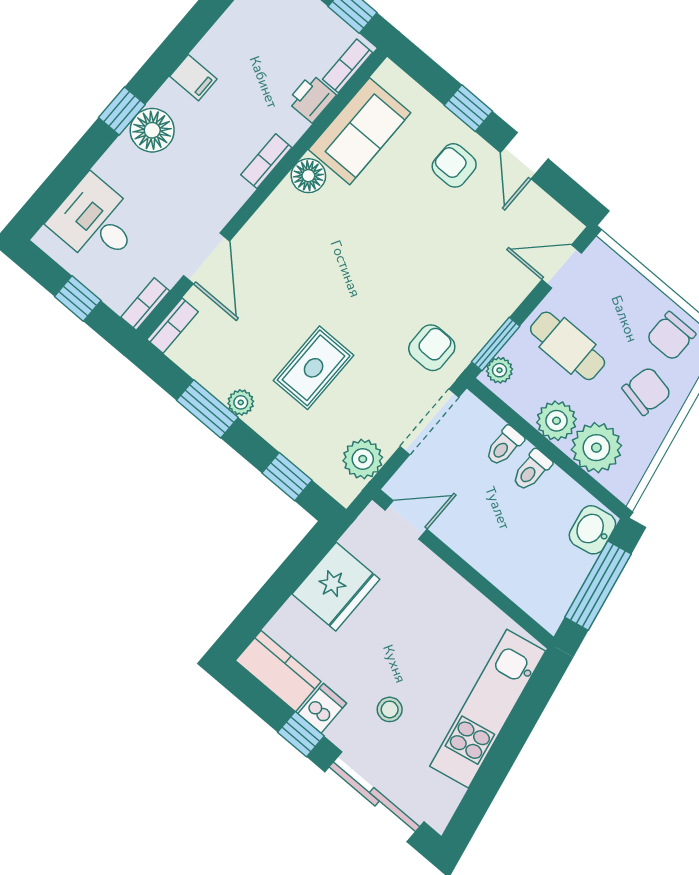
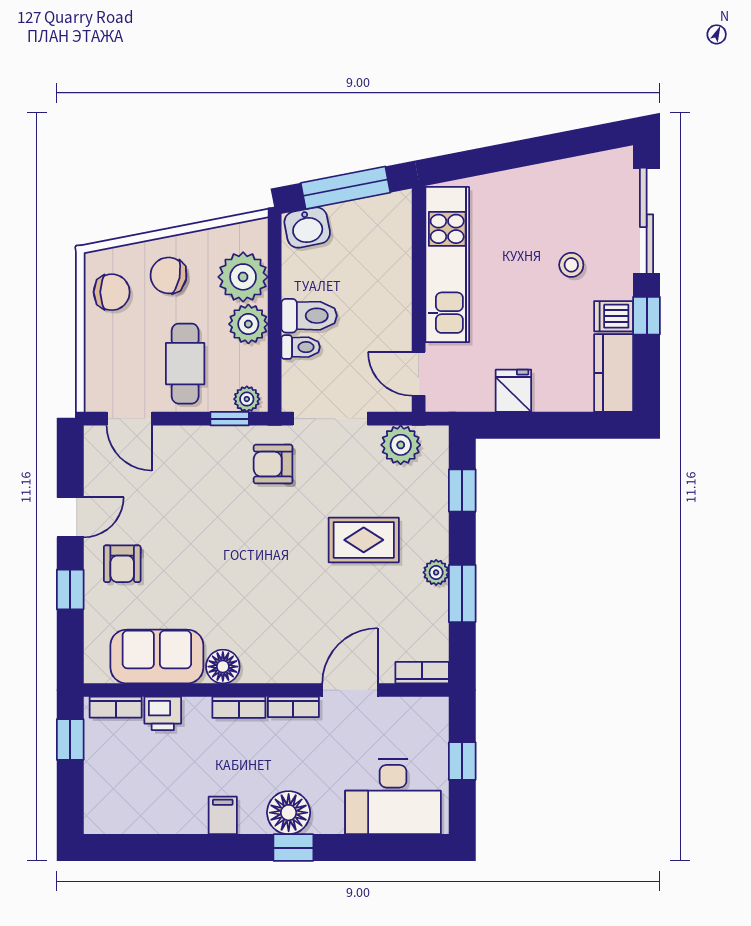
desk: (96, 222) -> (393, 797), width x1.37
bookcase: (145, 304) -> (293, 707), moved
window: (496, 344) -> (230, 419), width x0.67
toilet: (532, 470) -> (309, 316), width x1.37, depth x1.39
fridge: (336, 587) -> (513, 391), width x0.53, depth x0.75
kitchen unit: (488, 709) -> (447, 265), moved, turned -79

